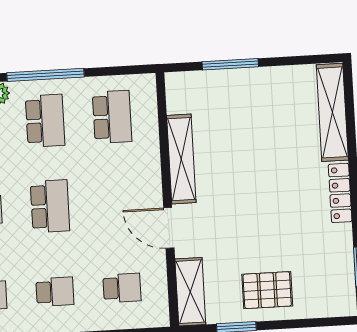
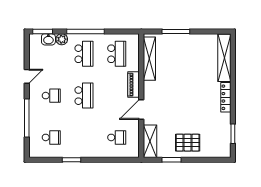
shelving: (181, 159) -> (149, 59), moved
piano: (150, 178) -> (134, 85), added
door: (169, 228) -> (141, 109), hinge flipped
school desk: (55, 292) -> (84, 137), removed

